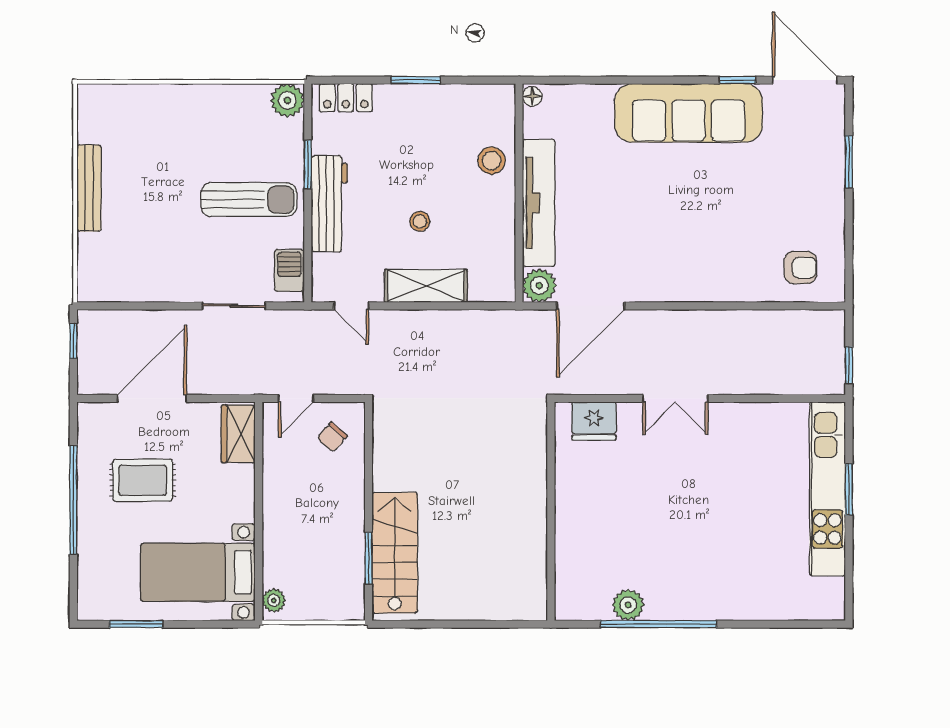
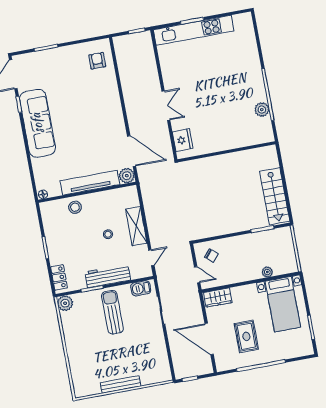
stairs: (395, 553) -> (275, 196), moved, turned -90
plant: (274, 600) -> (267, 272), moved

